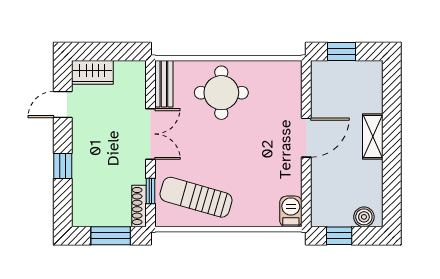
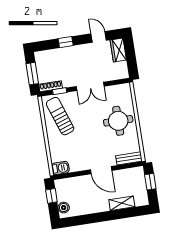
bench: (164, 84) -> (129, 158), moved
shelving: (373, 137) -> (122, 203), moved
sun lounger: (196, 197) -> (60, 116), turned -35

